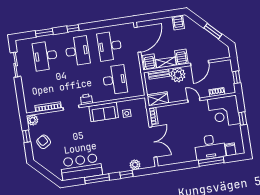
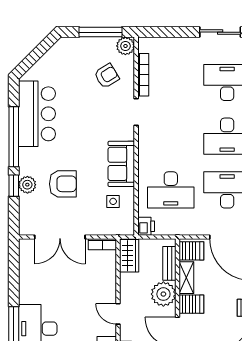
printer: (86, 99) -> (146, 226), moved
door: (194, 100) -> (118, 314), swing flipped
window: (26, 136) -> (101, 32), width x2.17
armchair: (44, 142) -> (107, 76), moved
armchair: (121, 145) -> (63, 184), added
plant: (135, 165) -> (27, 185), moved
window: (97, 179) -> (14, 137), width x1.46

